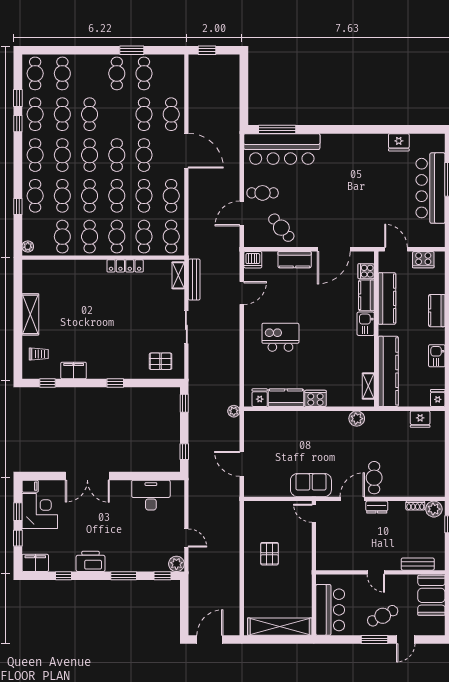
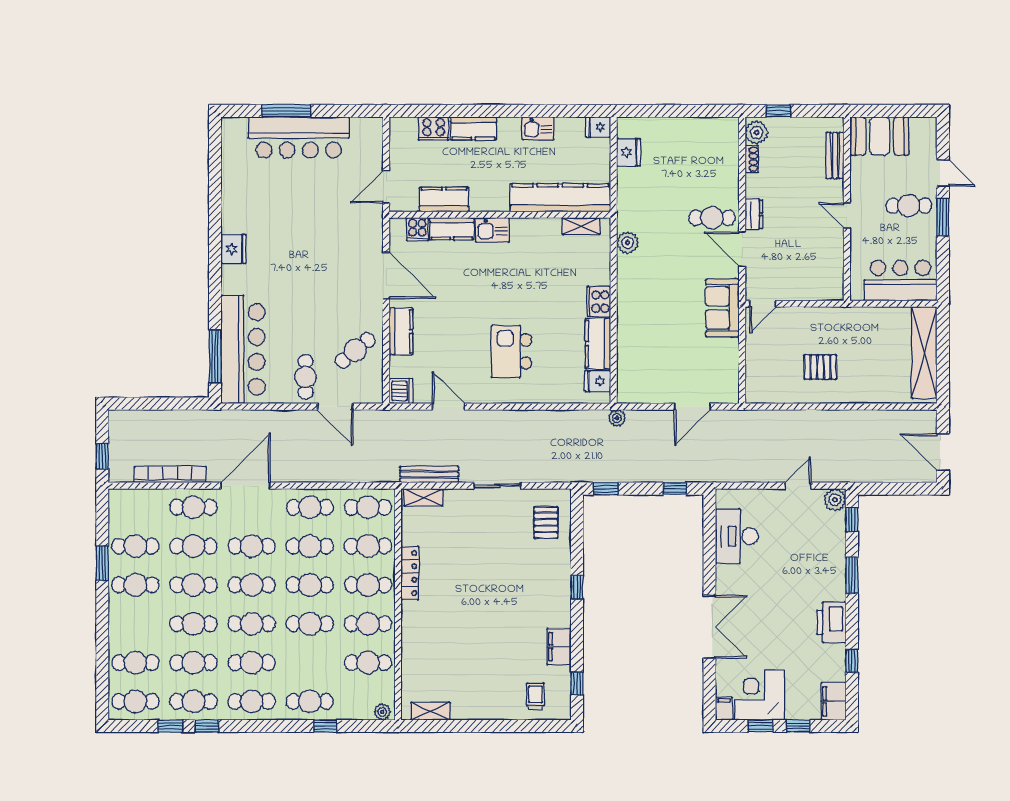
bookcase: (194, 98) -> (170, 475), added
fridge: (399, 142) -> (233, 249), moved
cafe table: (62, 196) -> (193, 585), moved
cooker: (423, 260) -> (434, 129), moved, turned 90
kitchen counter: (387, 298) -> (444, 199), width x0.67
shelving: (30, 314) -> (430, 711), moved, width x0.67, depth x0.75
door: (376, 572) -> (847, 215), swing flipped
cafe table: (383, 616) -> (909, 206), turned -63

